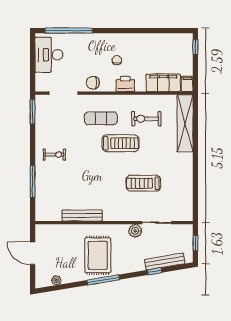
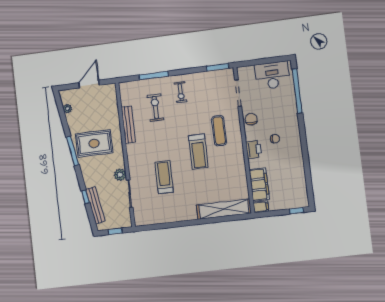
exercise bike: (146, 119) -> (155, 107), moved

